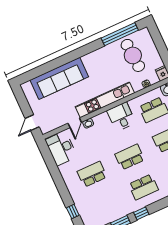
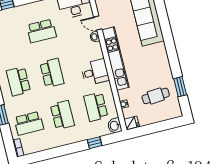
window: (120, 34) -> (180, 87), width x0.47
cafe table: (133, 55) -> (156, 96), width x0.73, depth x0.74
school desk: (92, 174) -> (42, 31), turned 90

